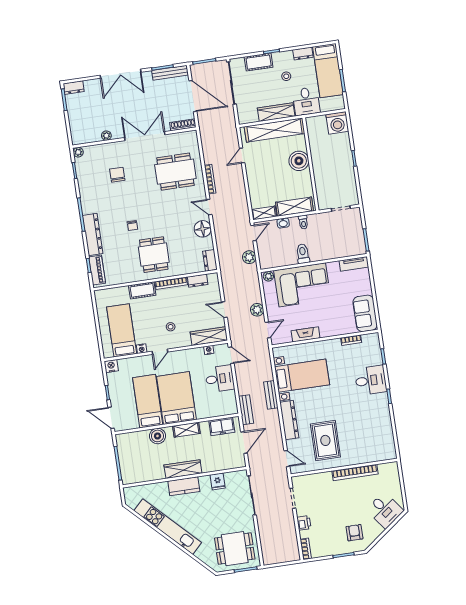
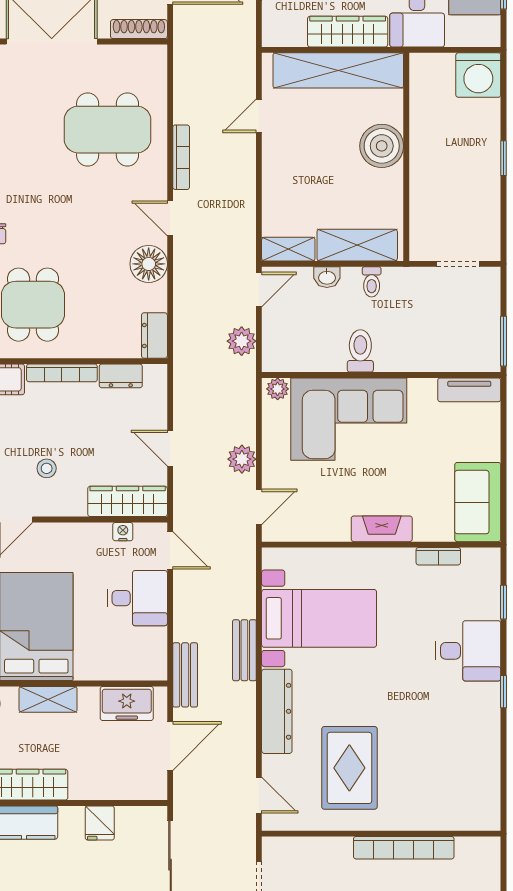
fireplace: (306, 334) -> (382, 529), moved

